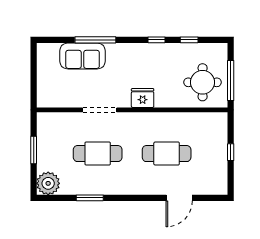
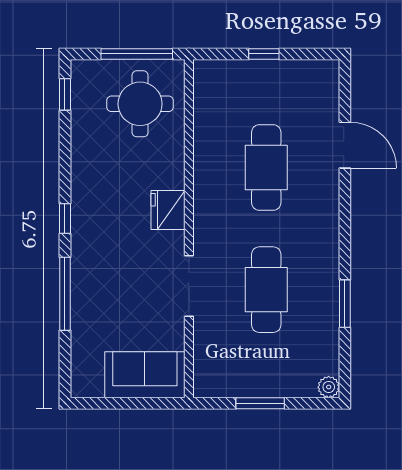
window: (156, 40) -> (65, 219), moved
window: (189, 40) -> (65, 94), moved
sofa: (83, 56) -> (145, 375), moved, turned -90
plant: (48, 183) -> (329, 387), width x0.53, depth x0.53

